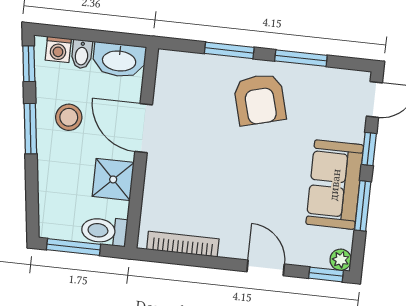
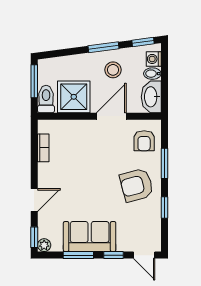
window: (301, 58) -> (164, 208), width x0.67
armchair: (189, 79) -> (144, 141), added
shower: (113, 179) -> (74, 97), width x1.36, depth x1.36
bookcase: (183, 244) -> (43, 148), width x0.64

